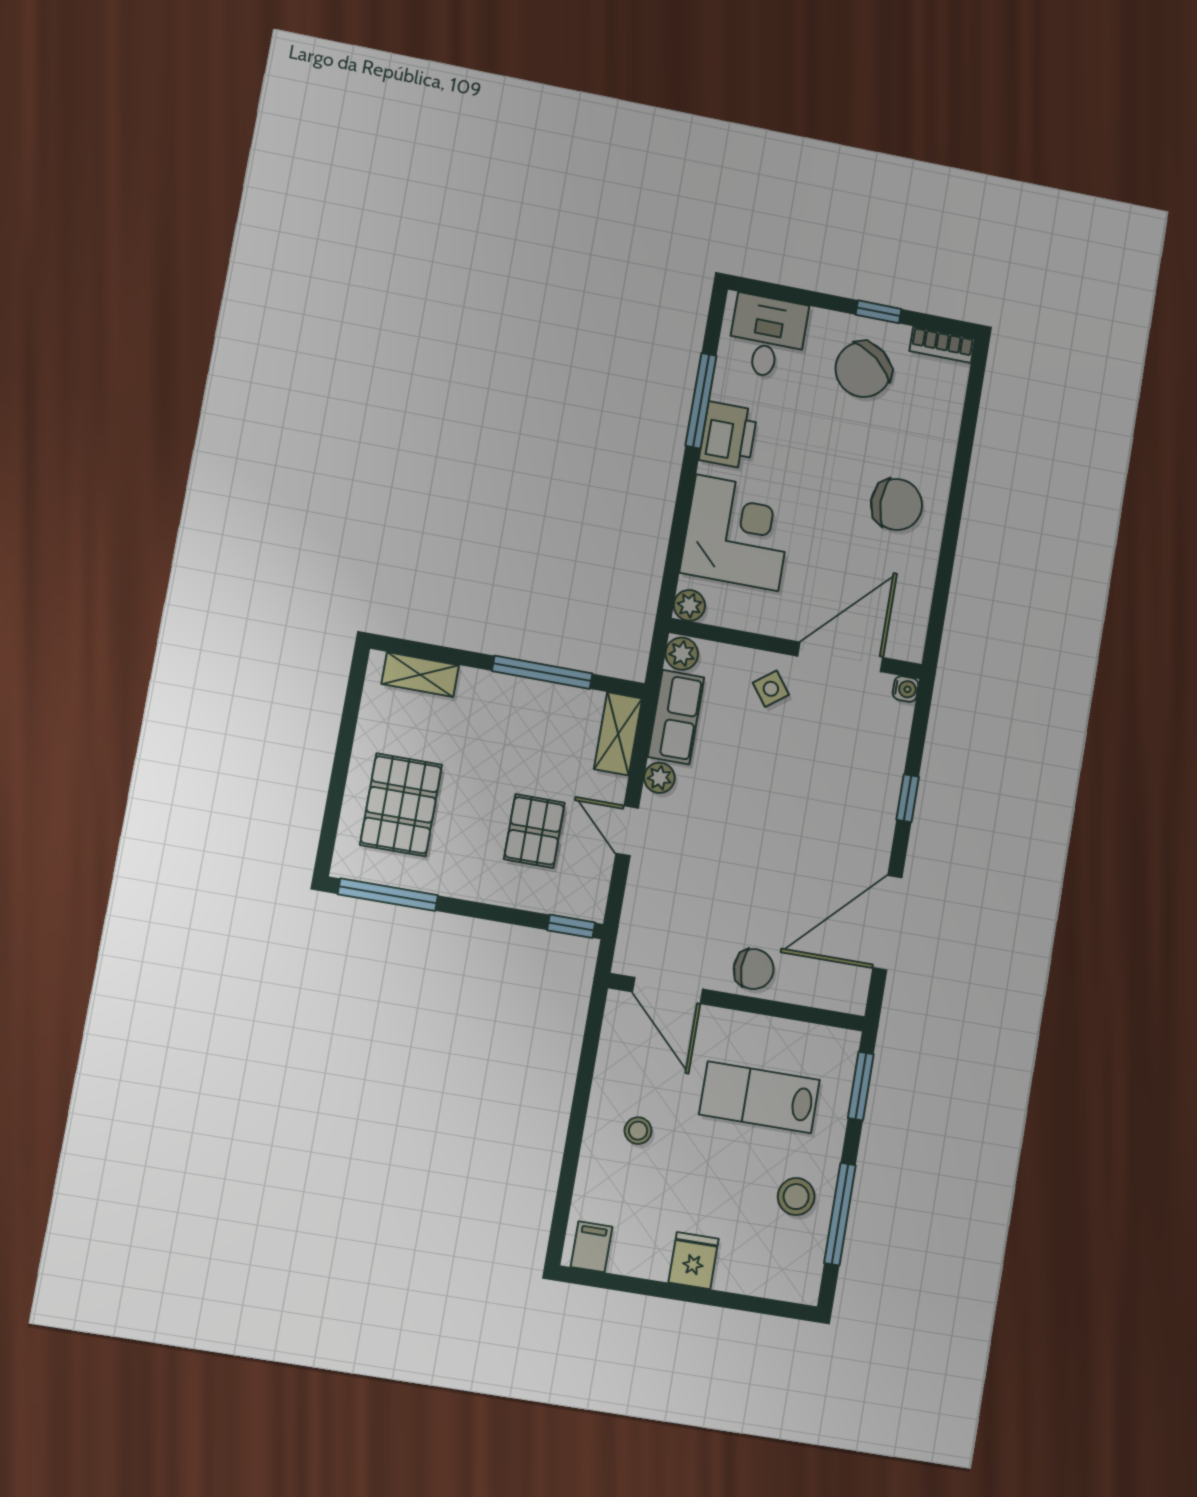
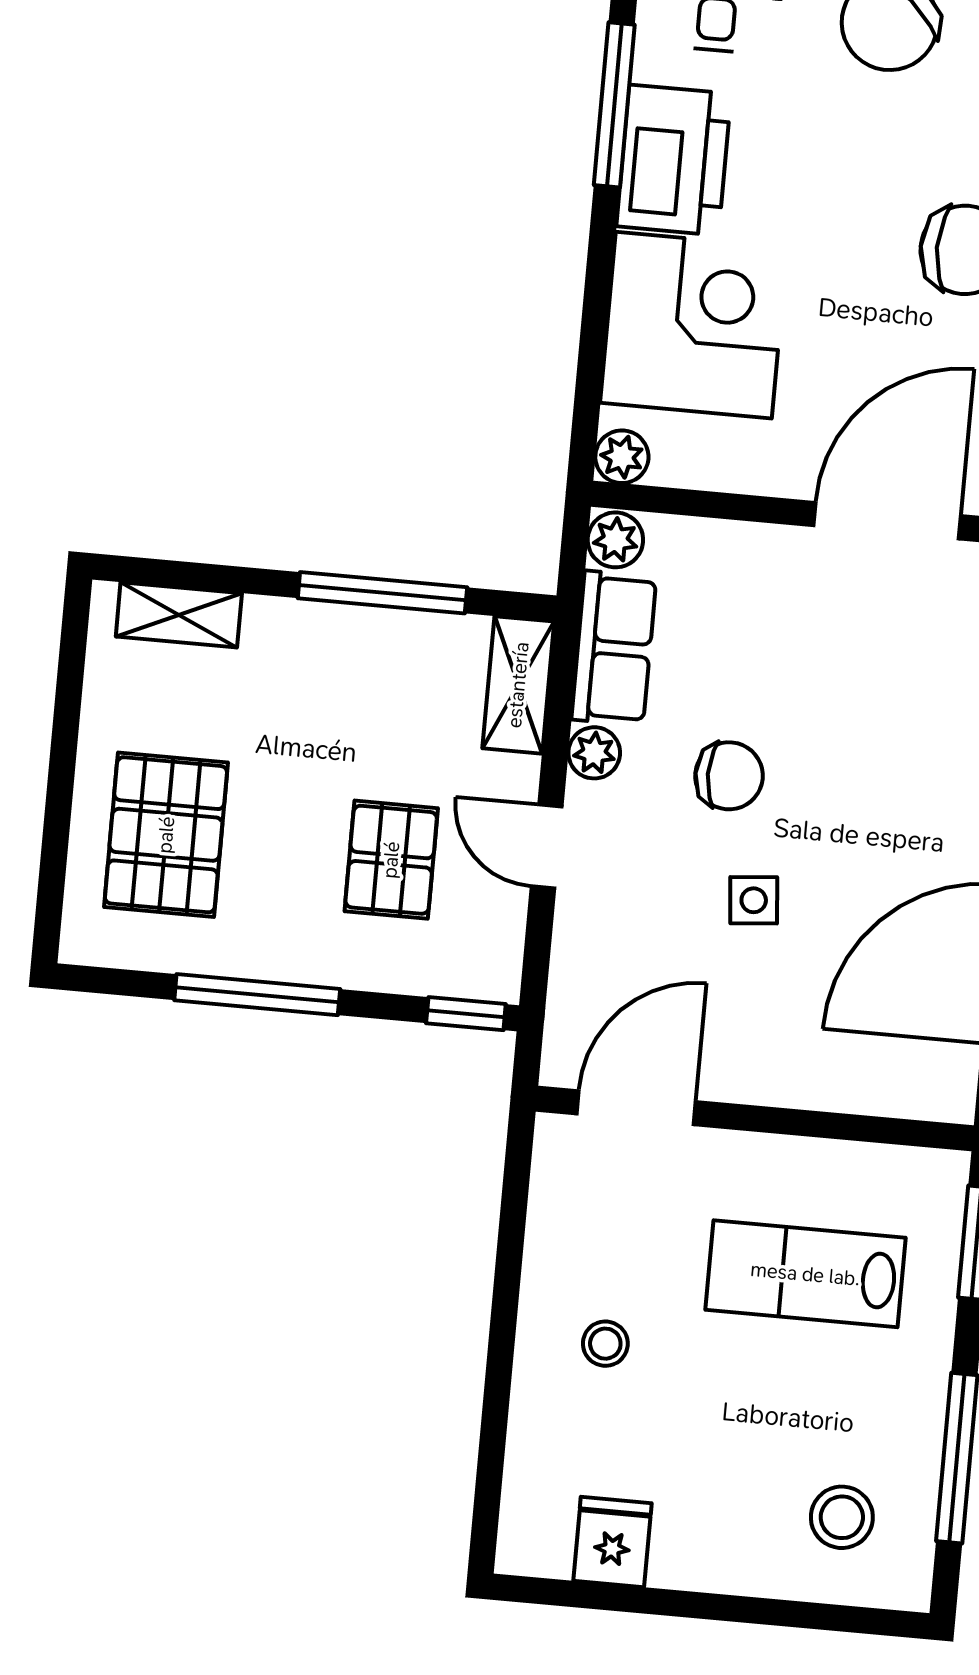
printer: (728, 435) -> (674, 160), width x1.37, depth x1.19
side table: (771, 689) -> (754, 900), moved, turned 32
window: (388, 895) -> (257, 995), moved
chair: (754, 969) -> (729, 776), moved
door: (667, 991) -> (636, 1108), swing flipped
stool: (796, 1197) -> (842, 1517), moved
filing cabinet: (591, 1247) -> (543, 1540), removed
fridge: (694, 1261) -> (612, 1542), moved

